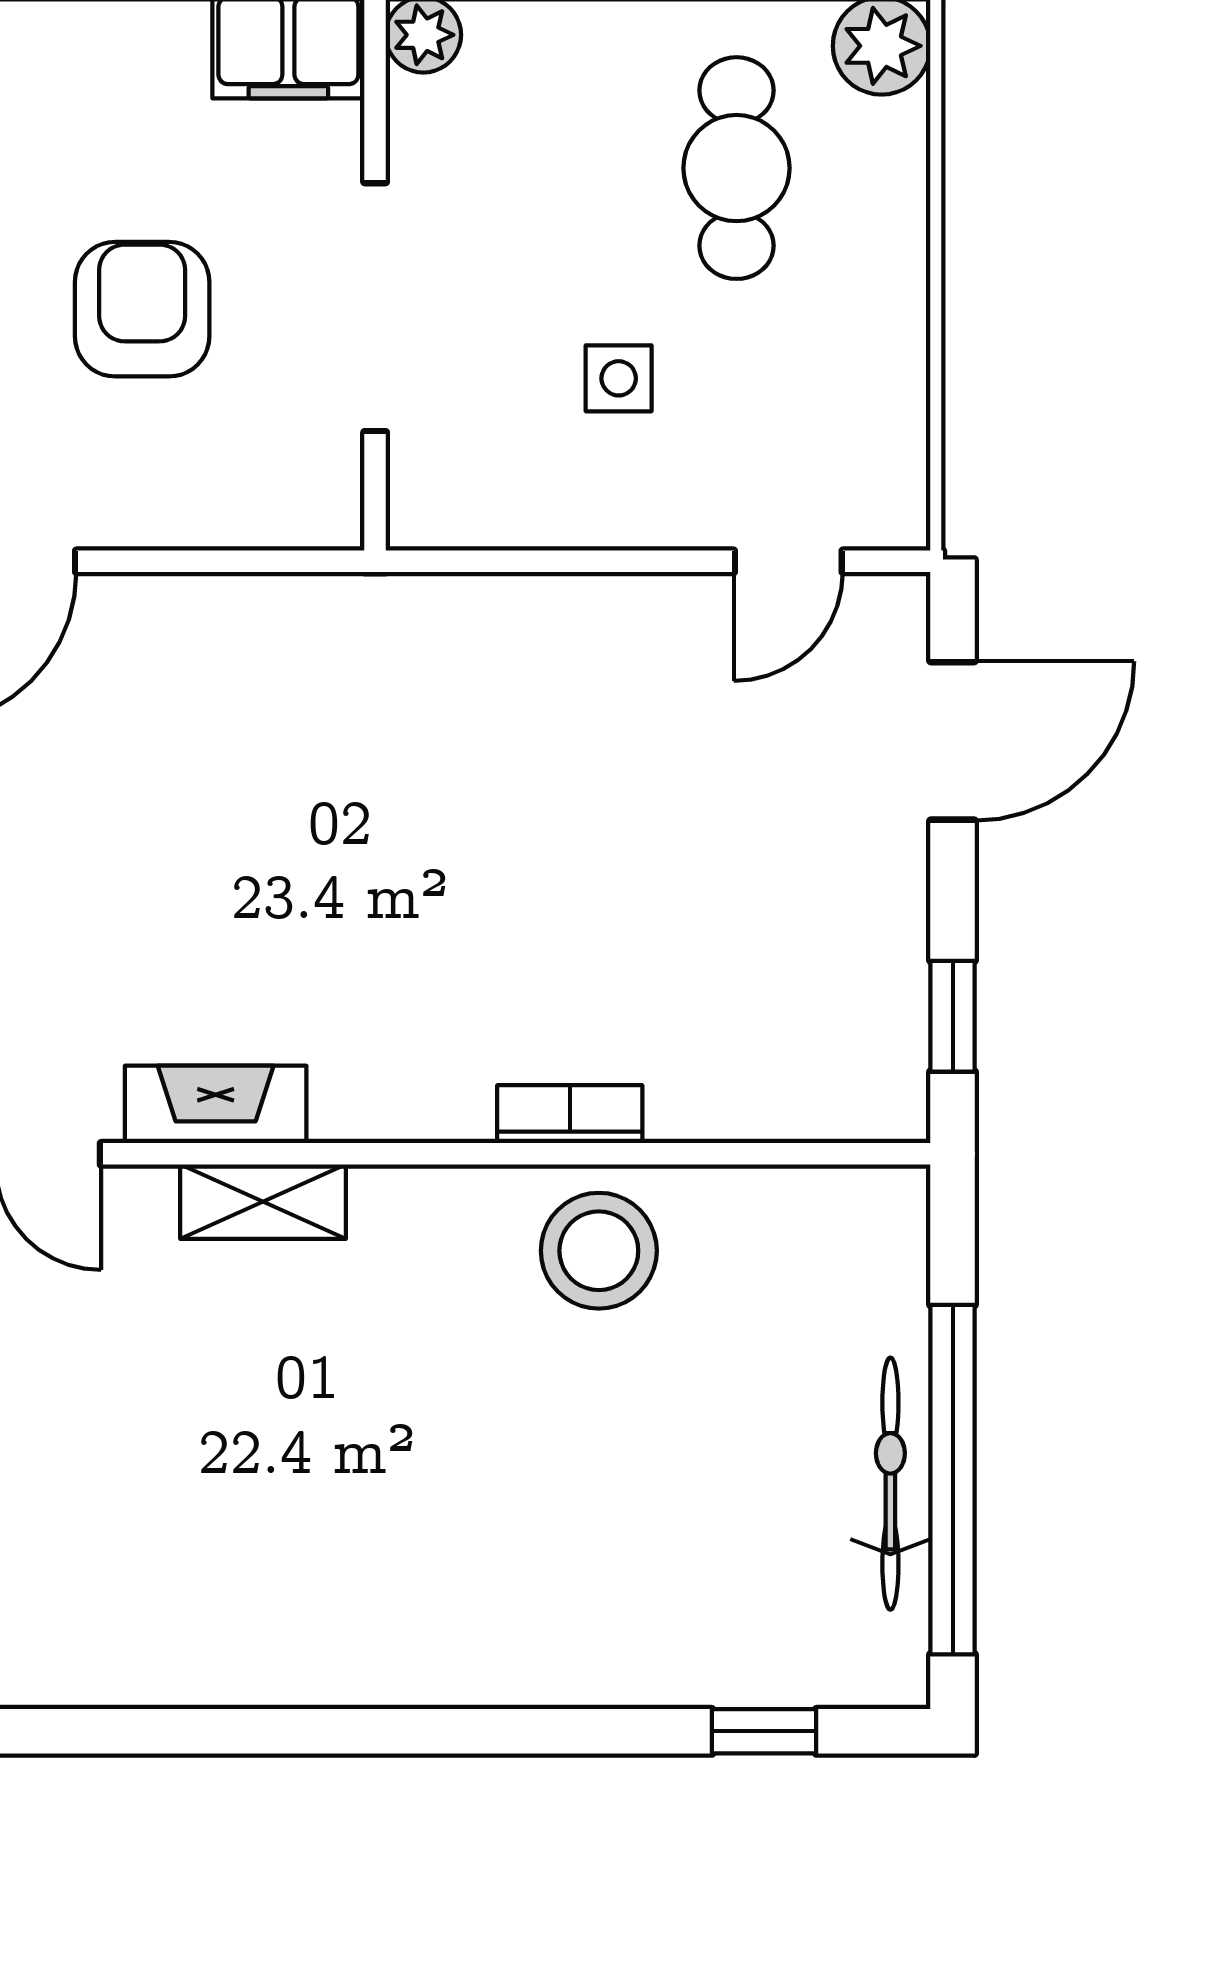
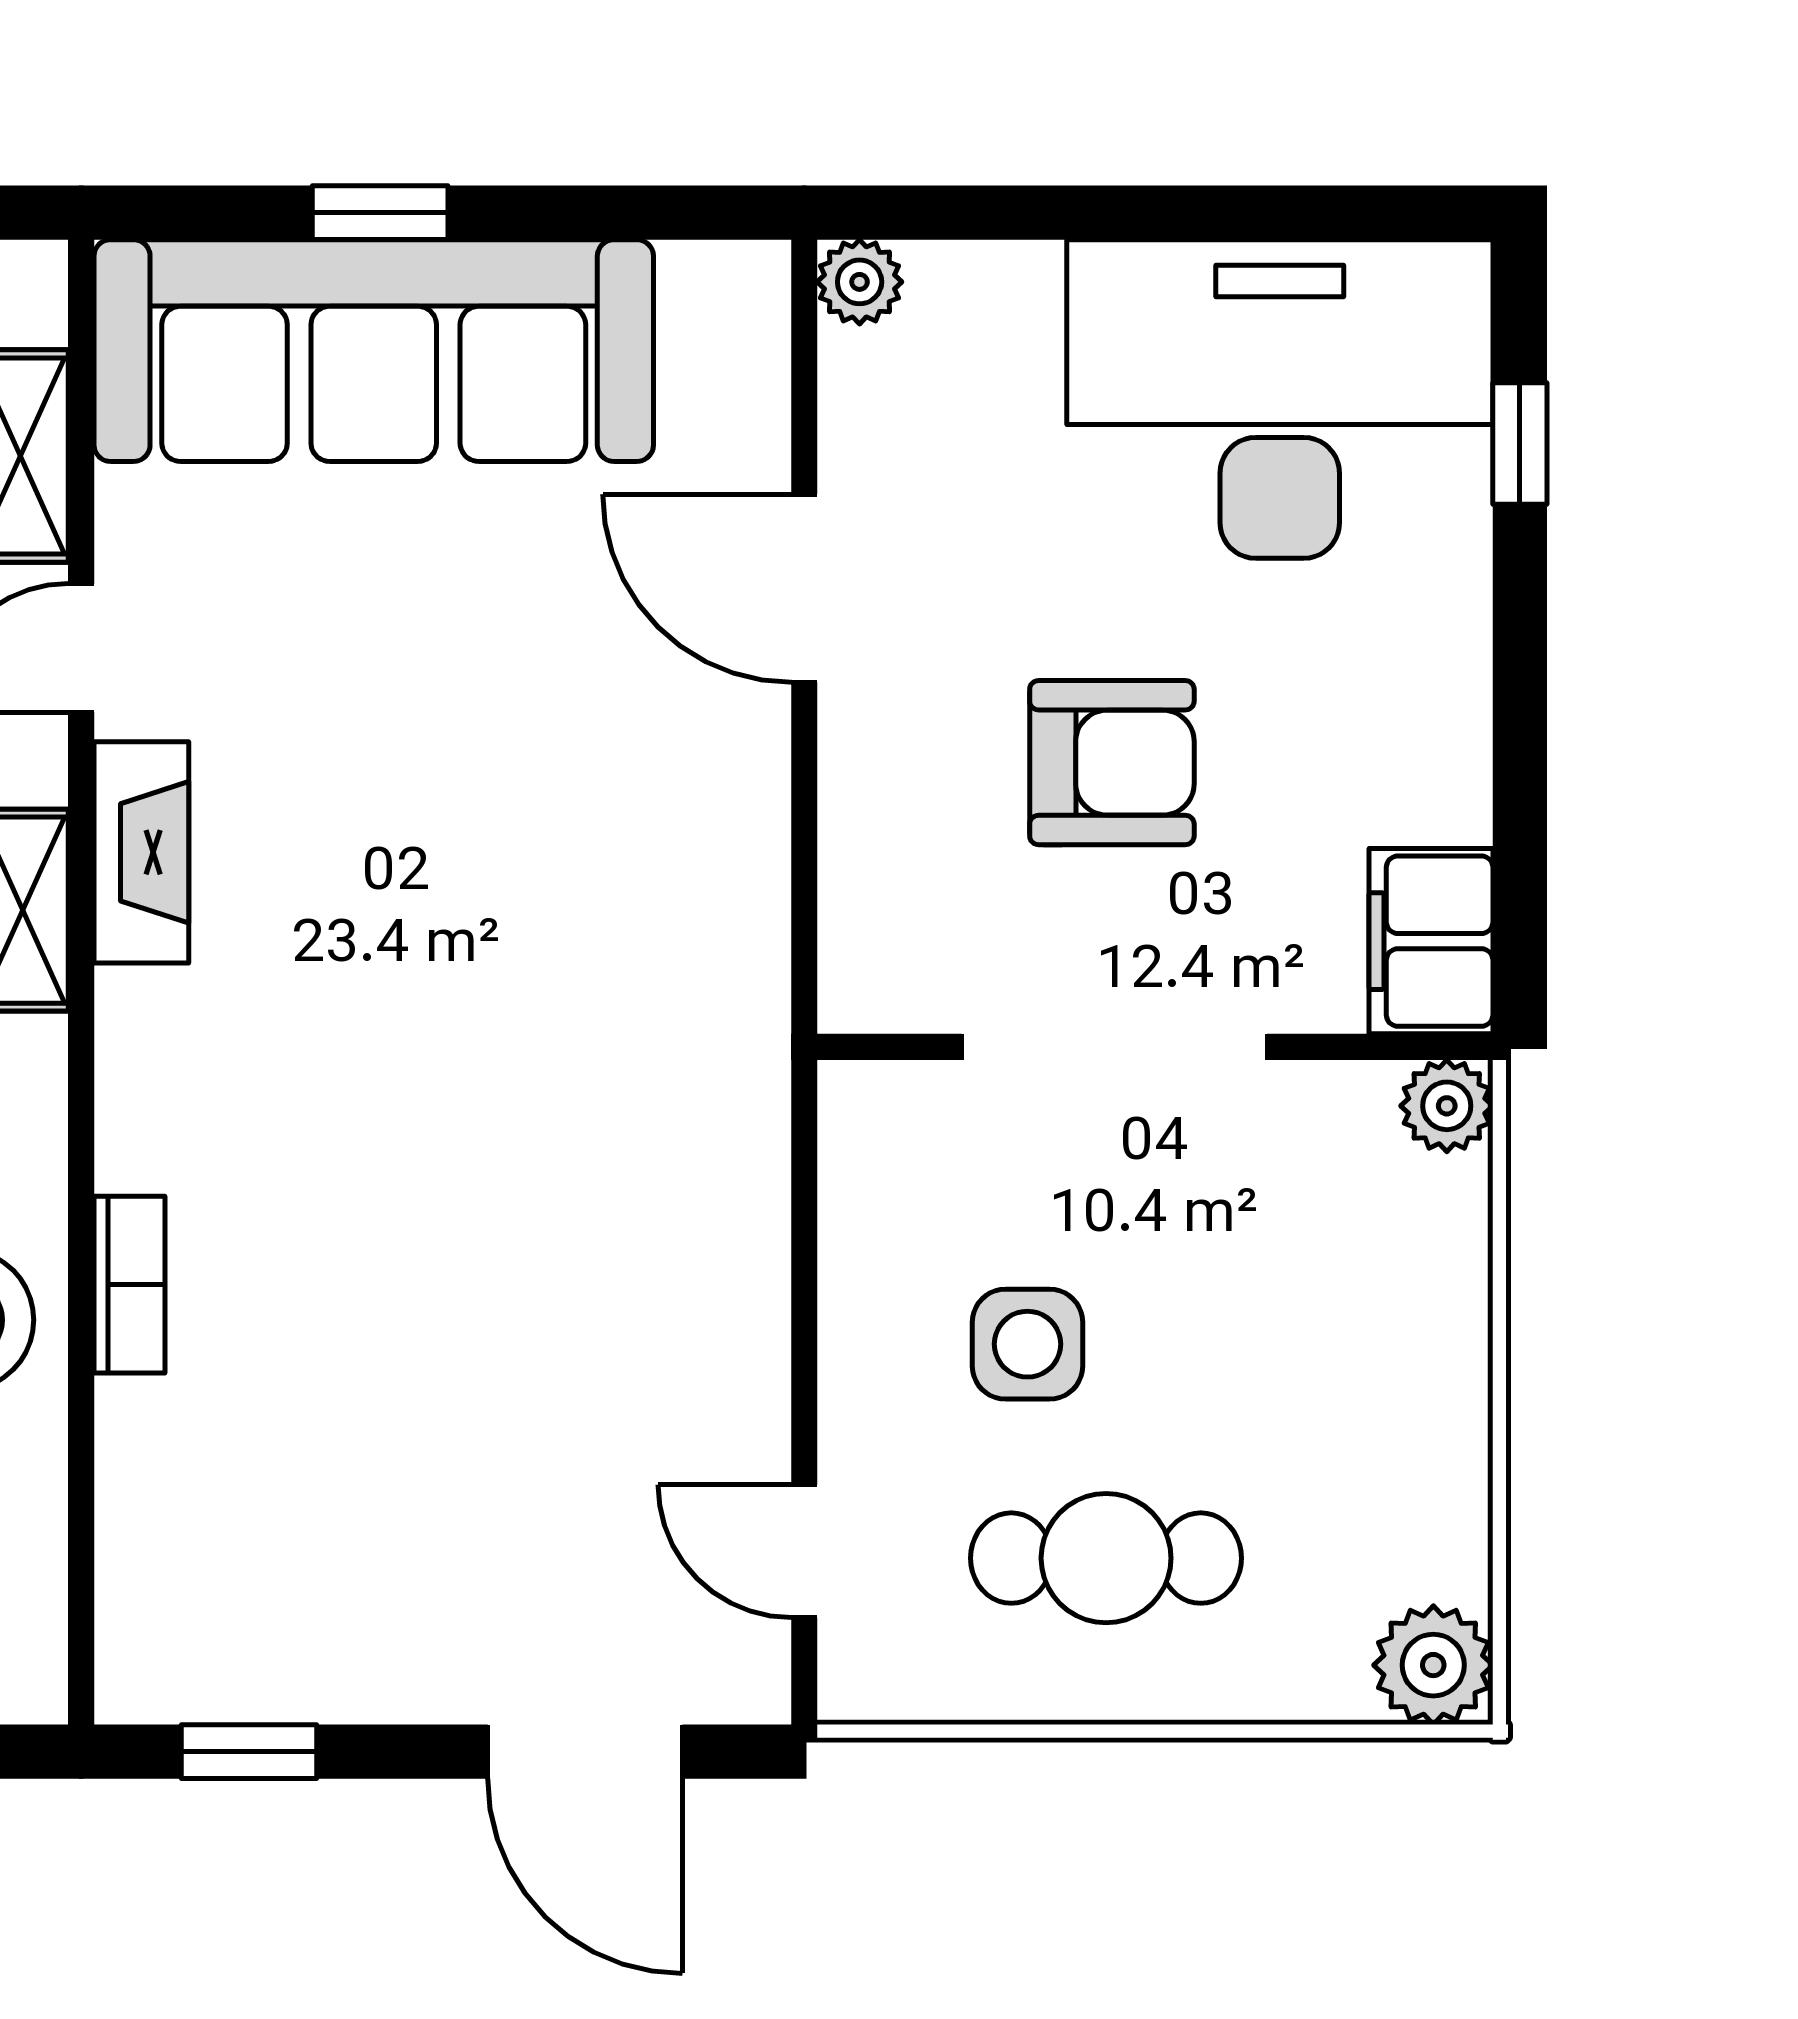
cafe table: (736, 168) -> (1106, 1558), moved
side table: (619, 378) -> (1027, 1344), width x1.37, depth x1.37

